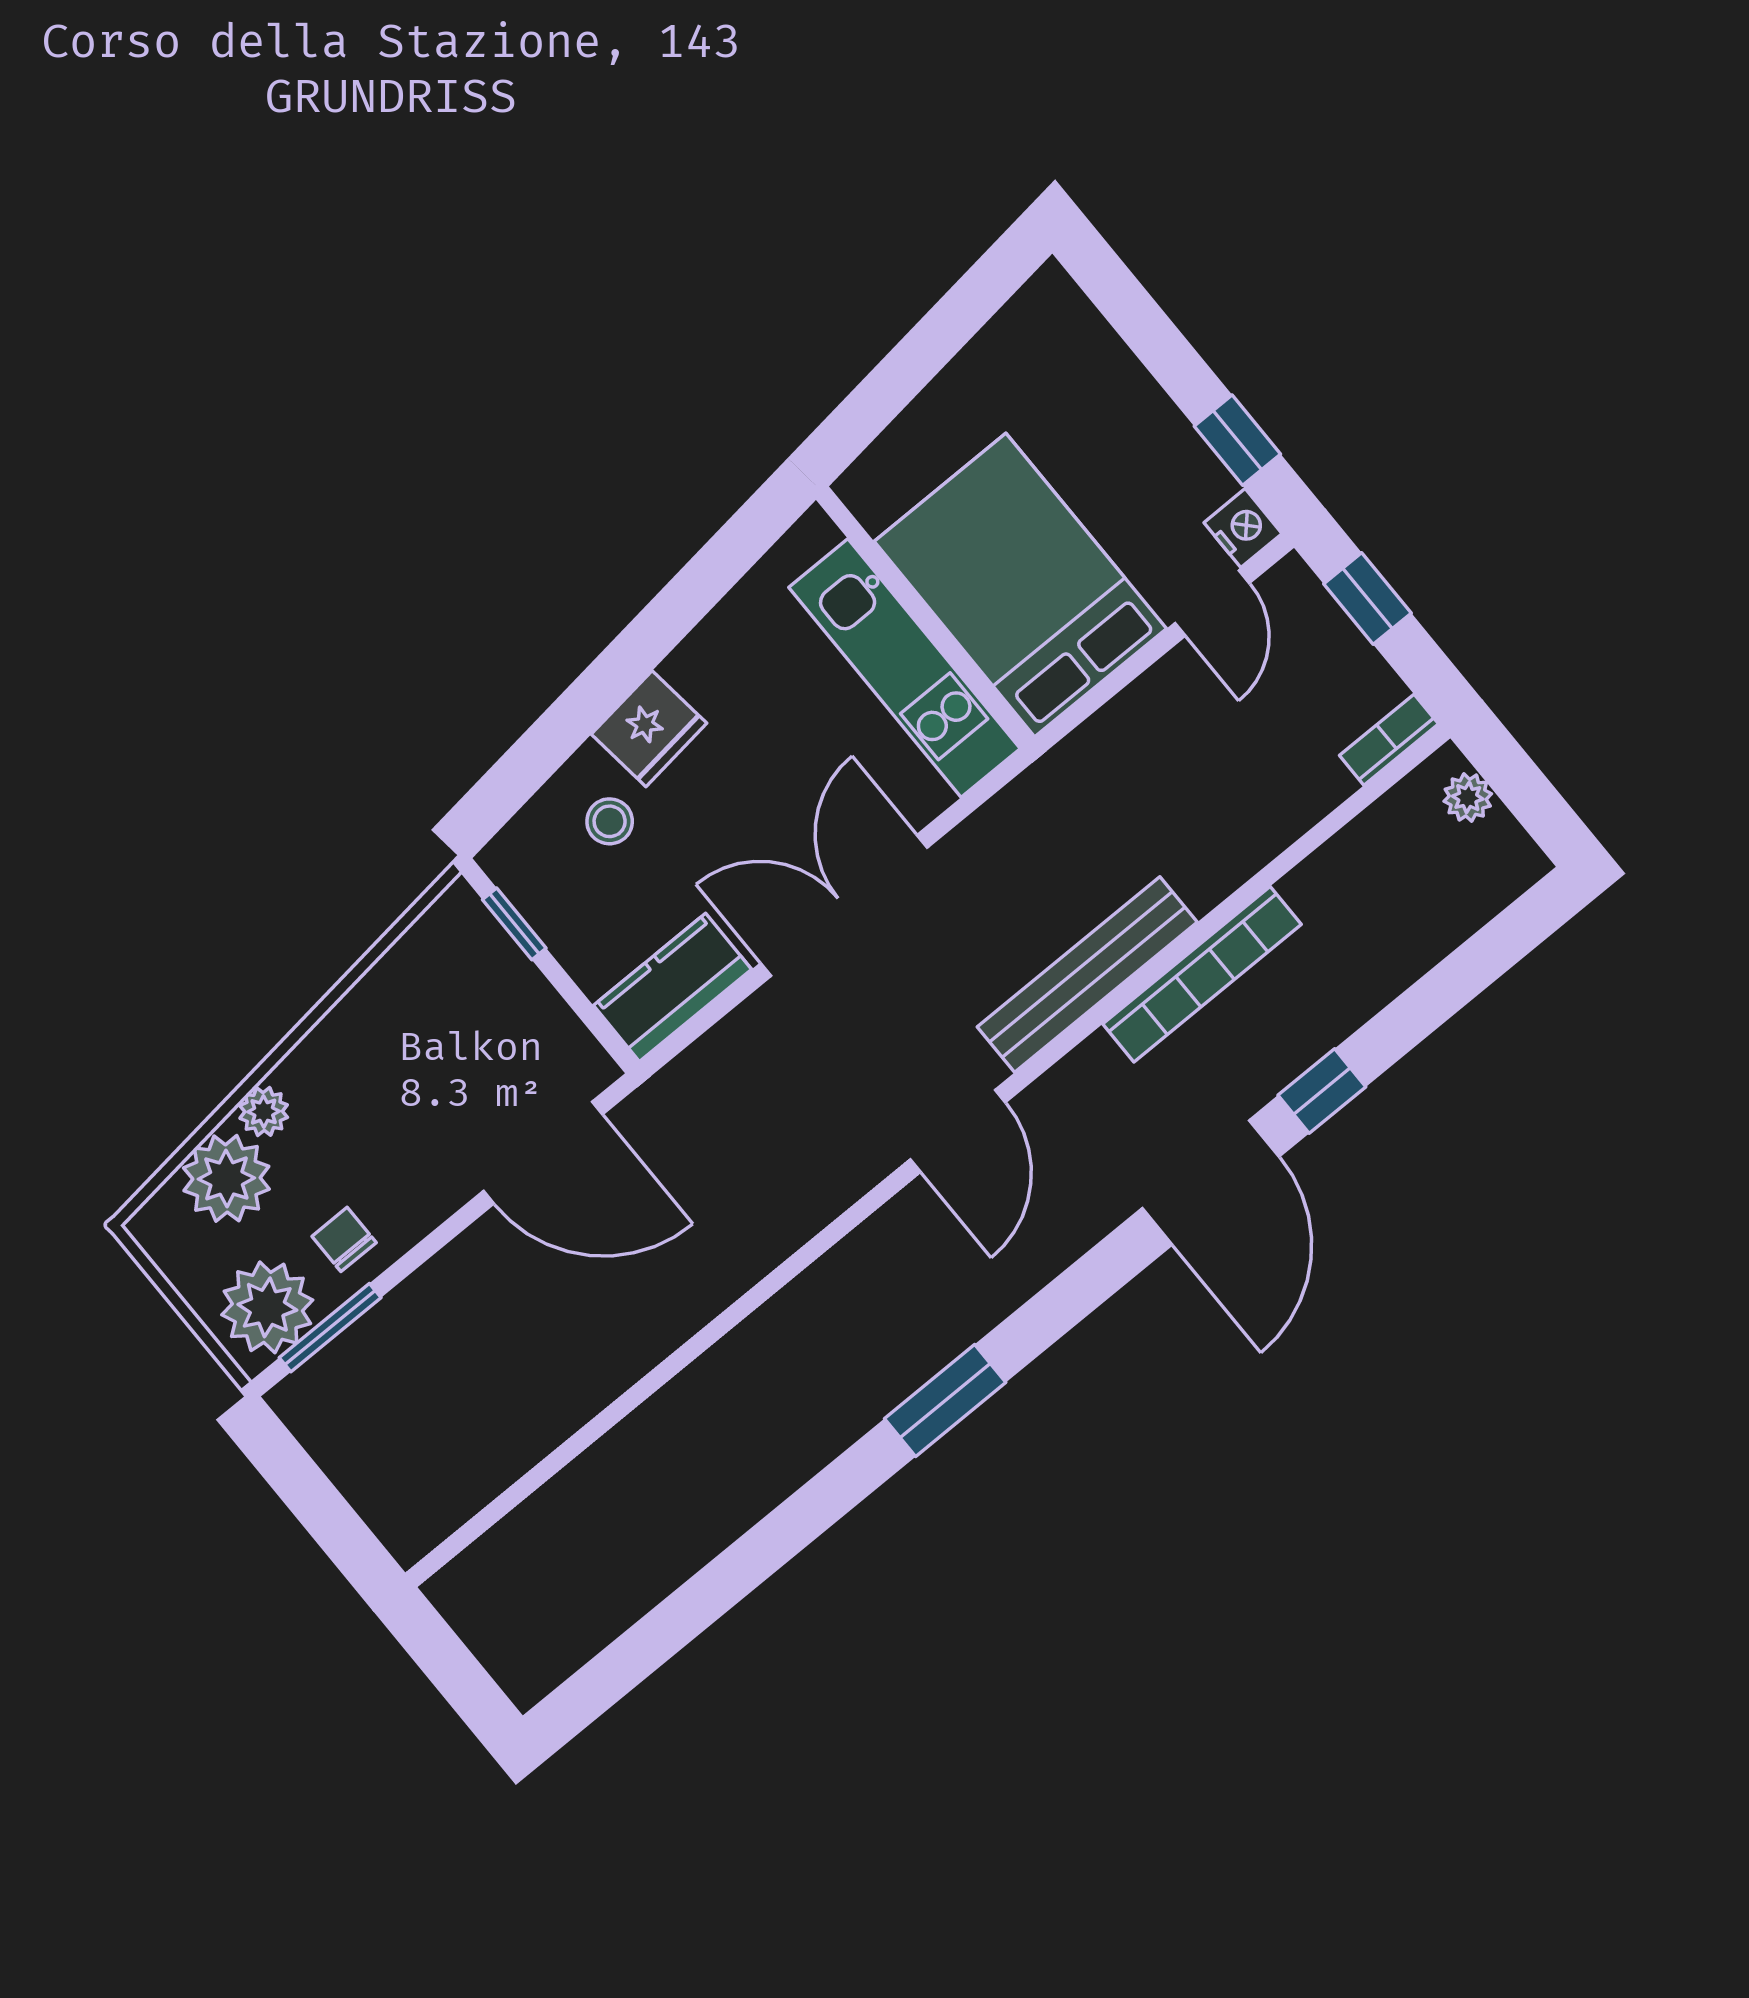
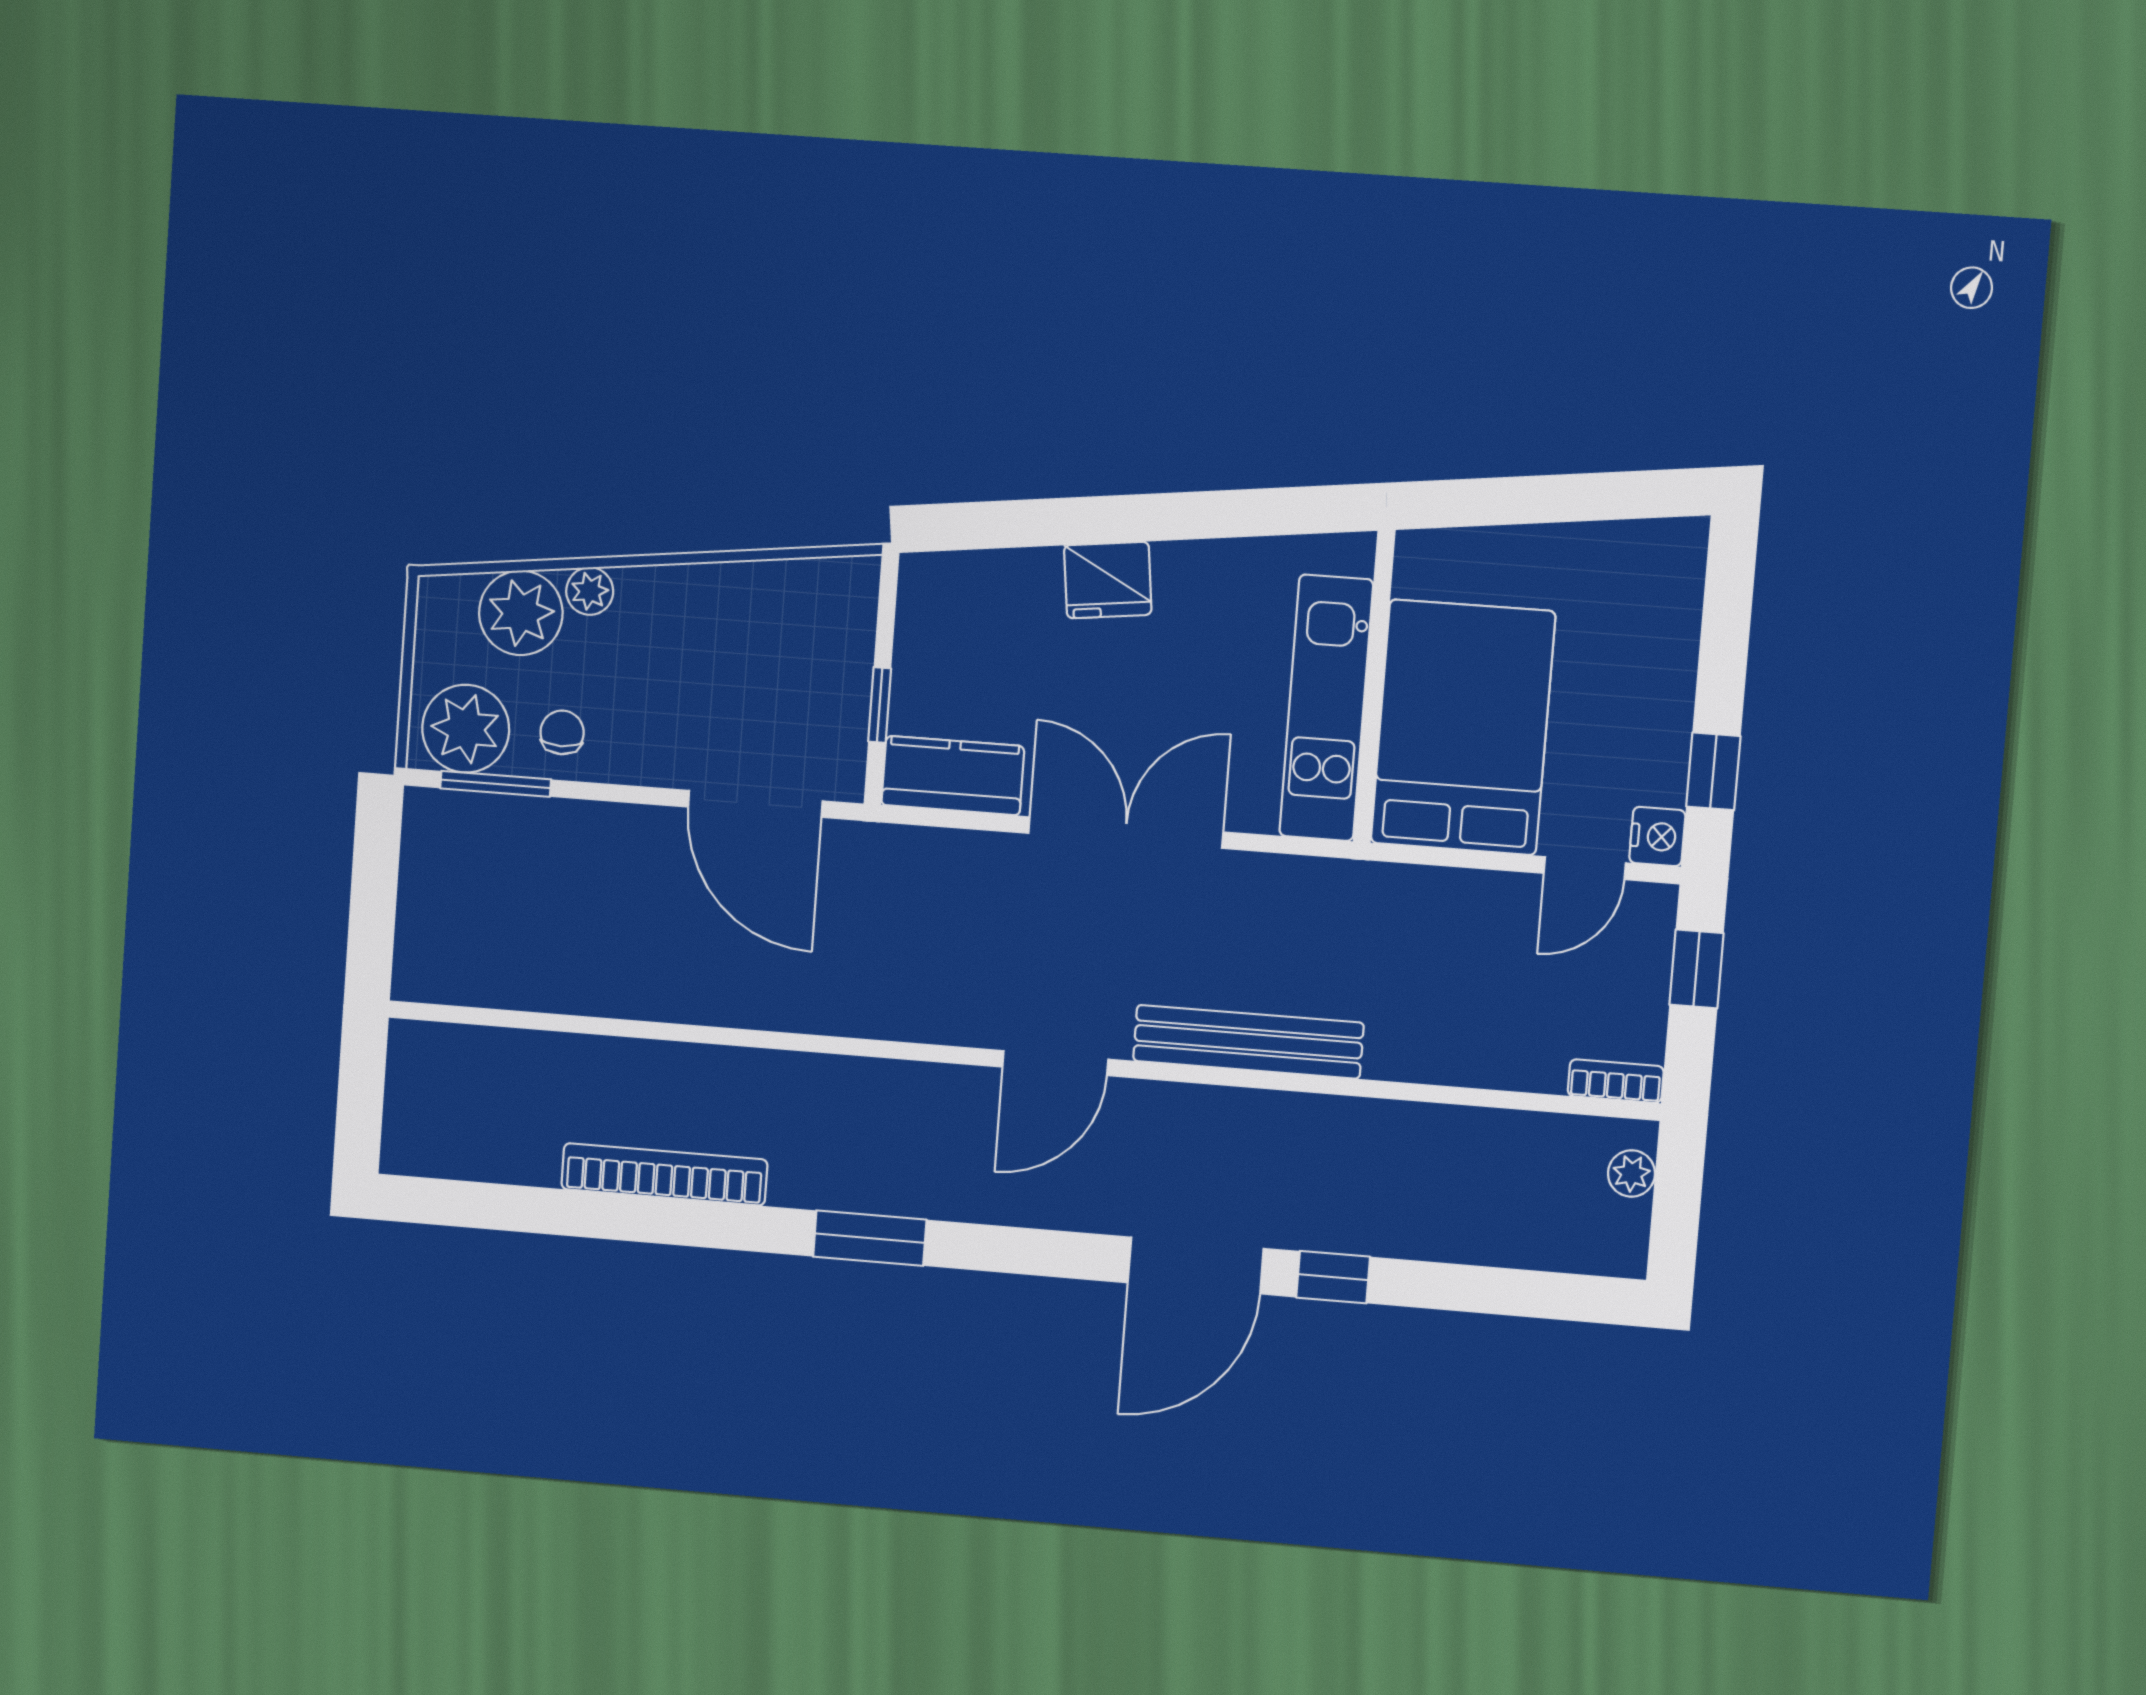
stool: (610, 821) -> (1019, 618), removed
window: (514, 924) -> (880, 705), moved
bookcase: (1202, 974) -> (664, 1174), moved, turned 180

